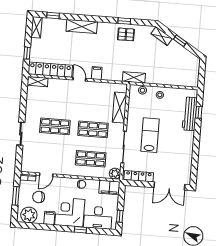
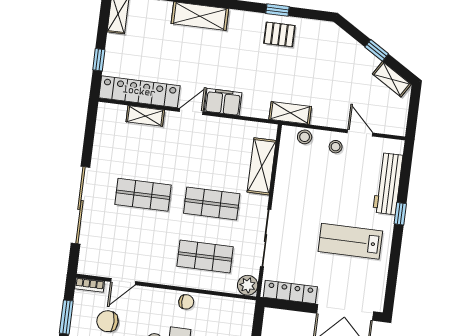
shelving: (162, 36) -> (392, 79), moved
filing cabinet: (97, 73) -> (223, 102), width x2.00
door: (79, 79) -> (191, 111), hinge flipped
shelving: (38, 82) -> (145, 116), moved
door: (173, 87) -> (360, 133), added
window: (199, 112) -> (400, 214), moved
sliding door: (21, 134) -> (80, 205), width x1.86
lab bench: (150, 135) -> (350, 241), moved, turned -90
filing cabinet: (109, 187) -> (236, 310), removed

